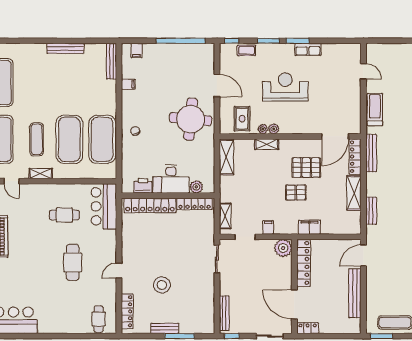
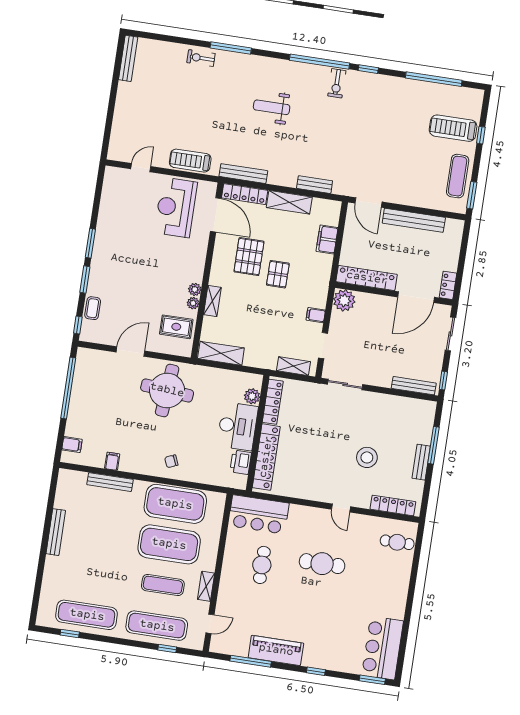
row of seats: (308, 49) -> (103, 232), removed
bench: (111, 61) -> (110, 482), moved
reception desk: (285, 87) -> (176, 207), moved
filing cabinet: (309, 227) -> (327, 239), moved

